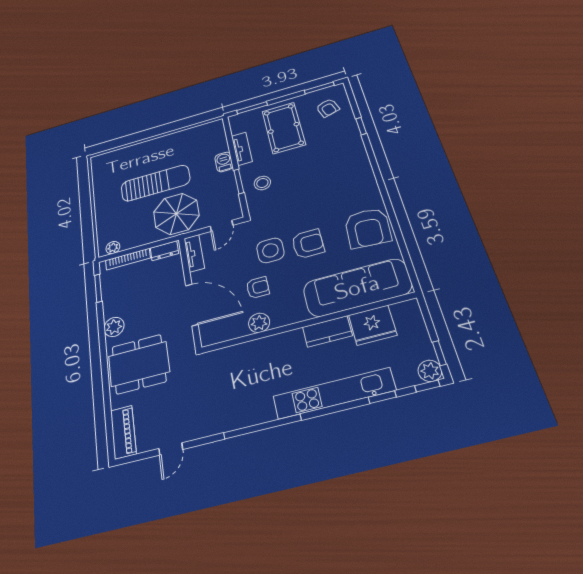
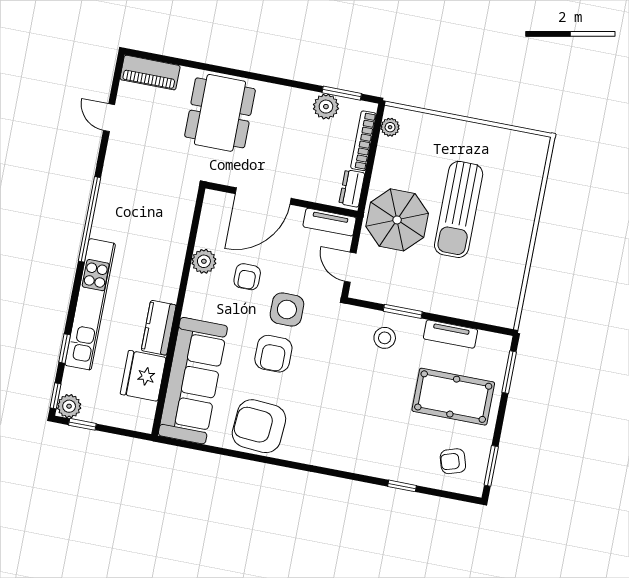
barbecue: (224, 162) -> (443, 305), removed
plant: (114, 327) -> (326, 107), moved

